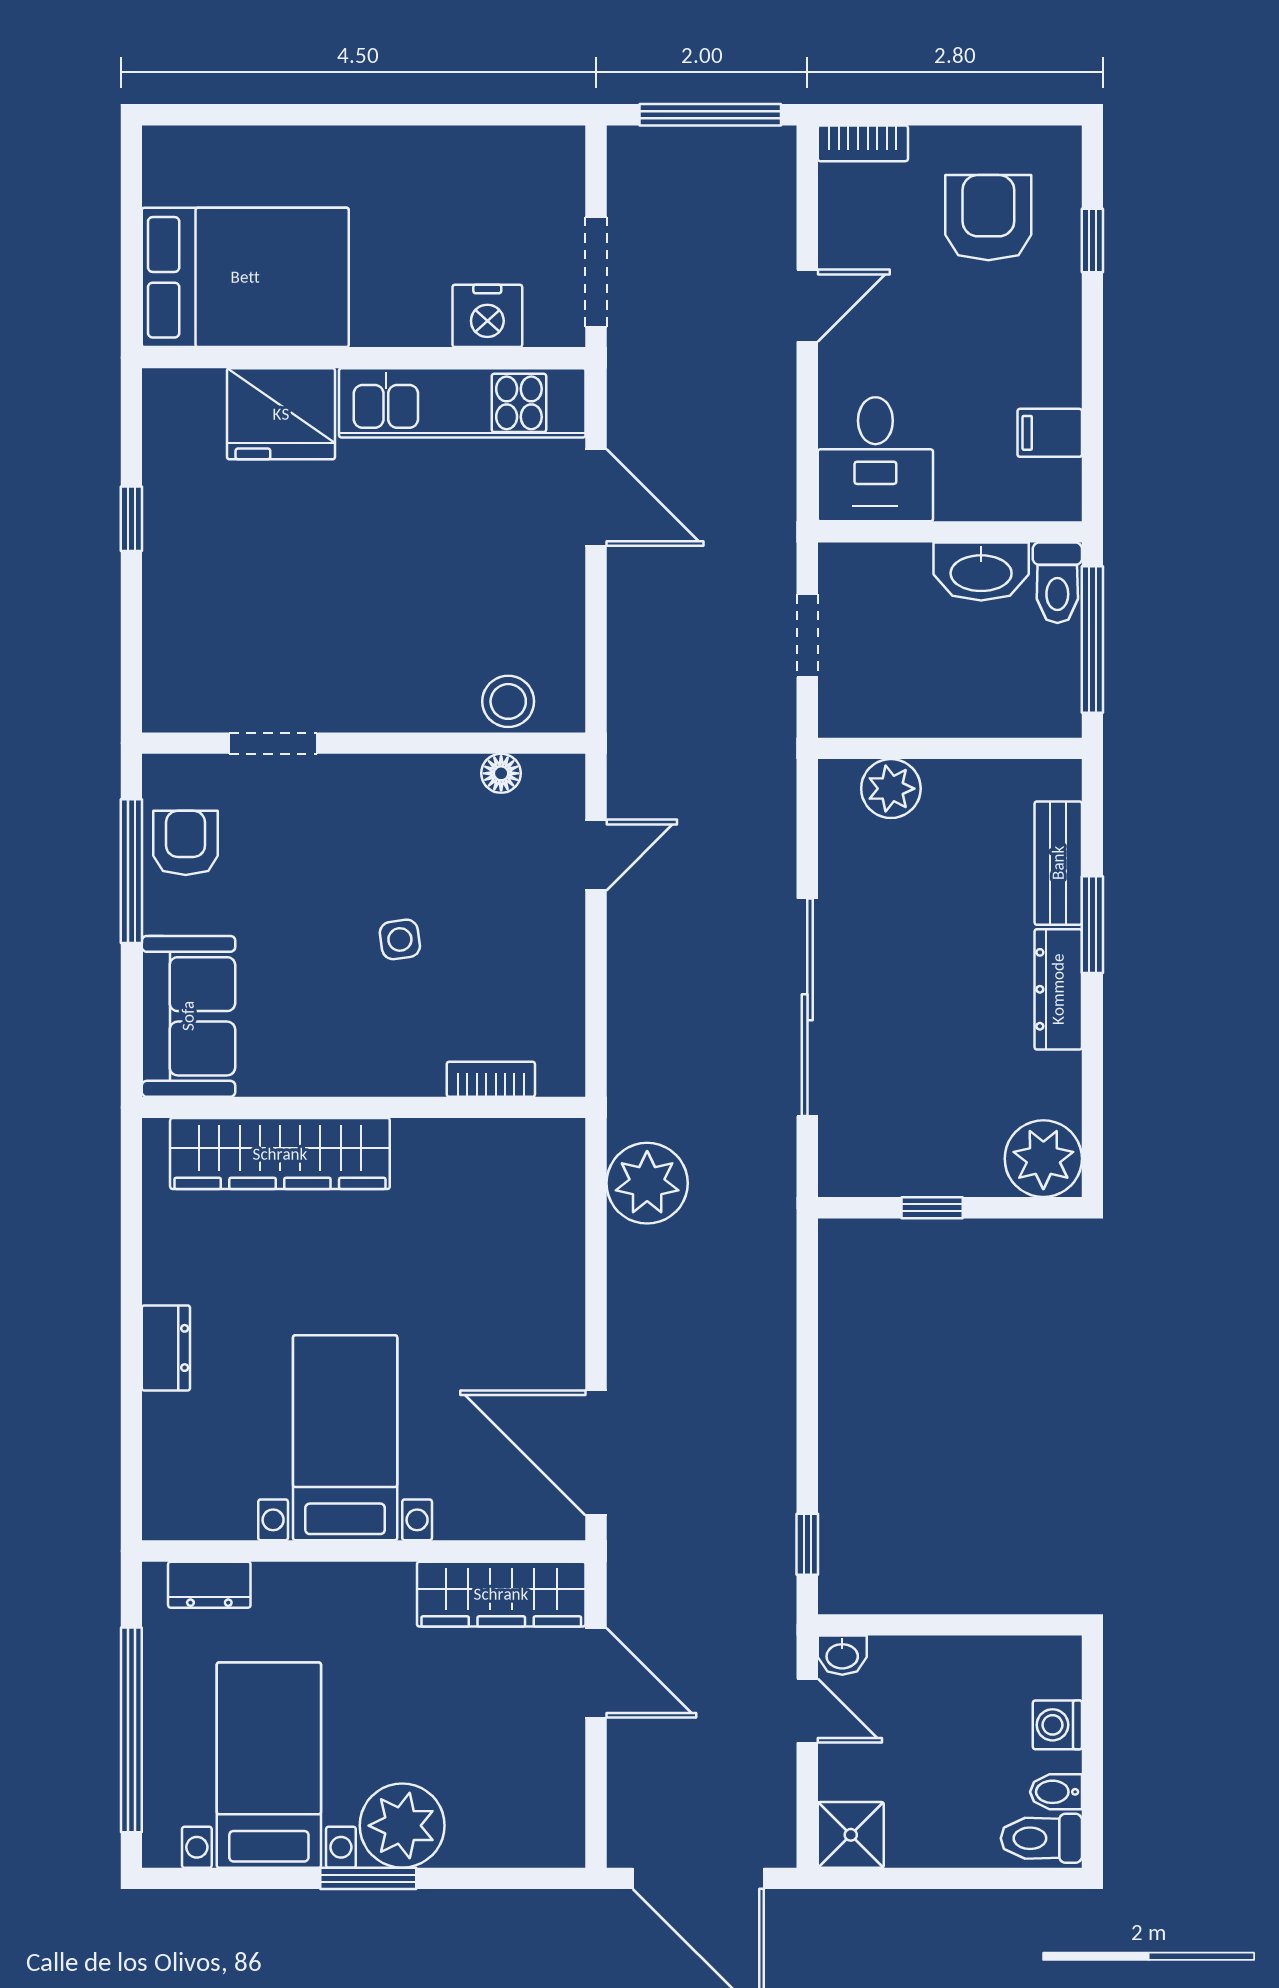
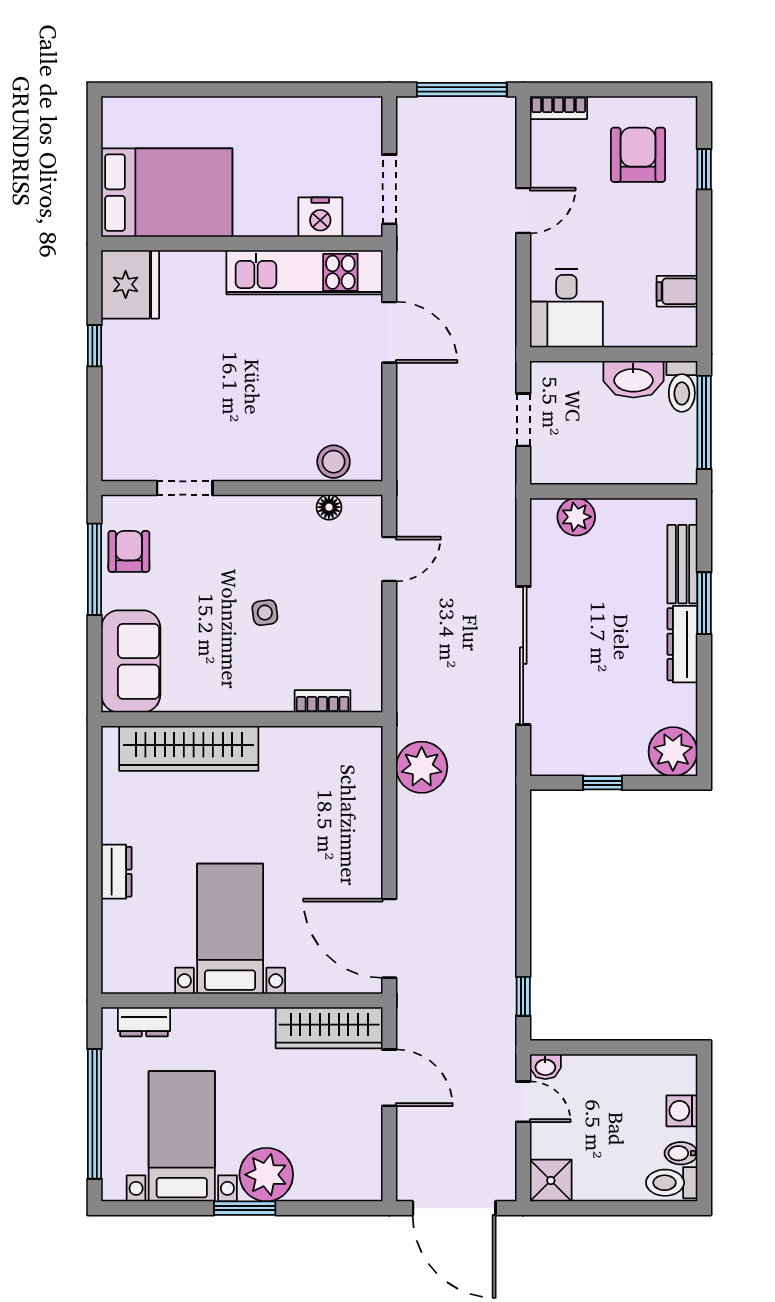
fridge: (281, 414) -> (130, 284), moved, turned -90

